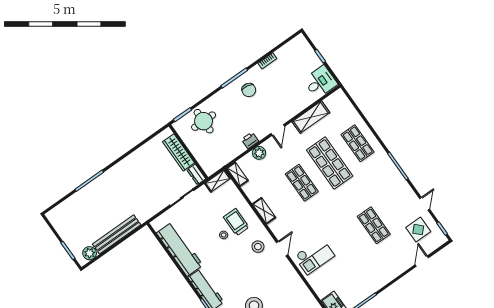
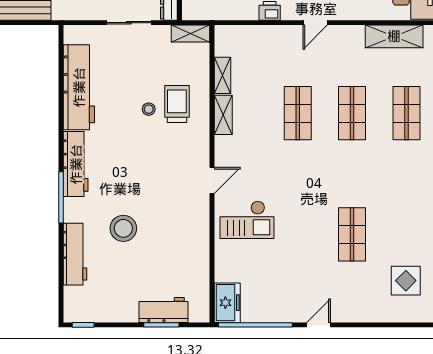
shelving: (311, 117) -> (394, 36), moved
plant: (259, 153) -> (270, 35), removed
shop shelf: (330, 163) -> (352, 113), width x0.70, depth x0.74
shelving: (238, 174) -> (223, 75), moved
stool: (258, 247) -> (183, 156), removed
door: (422, 261) -> (319, 325), moved

